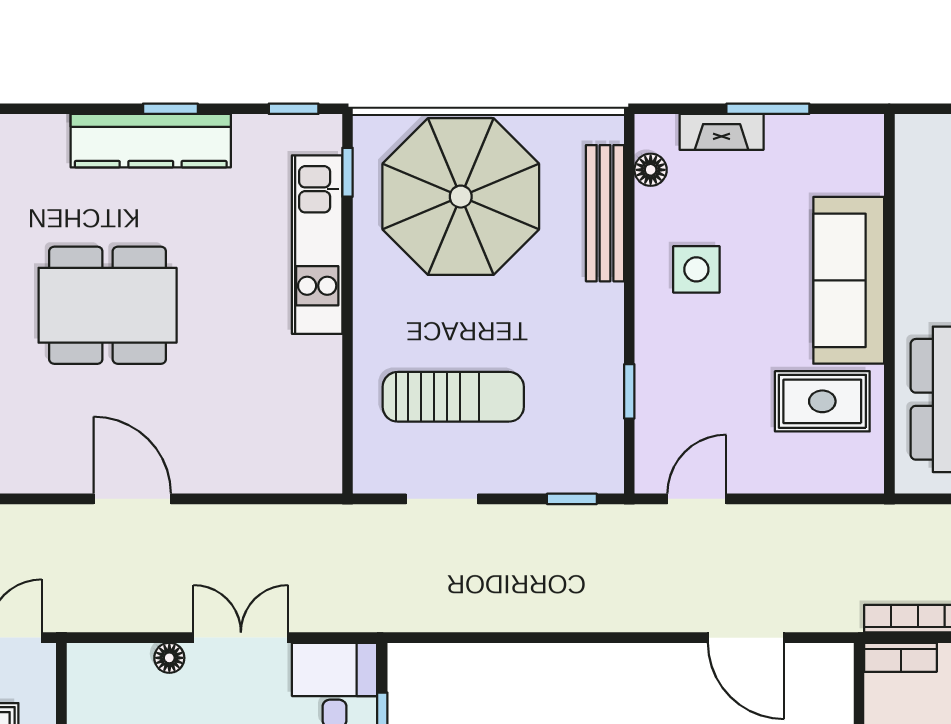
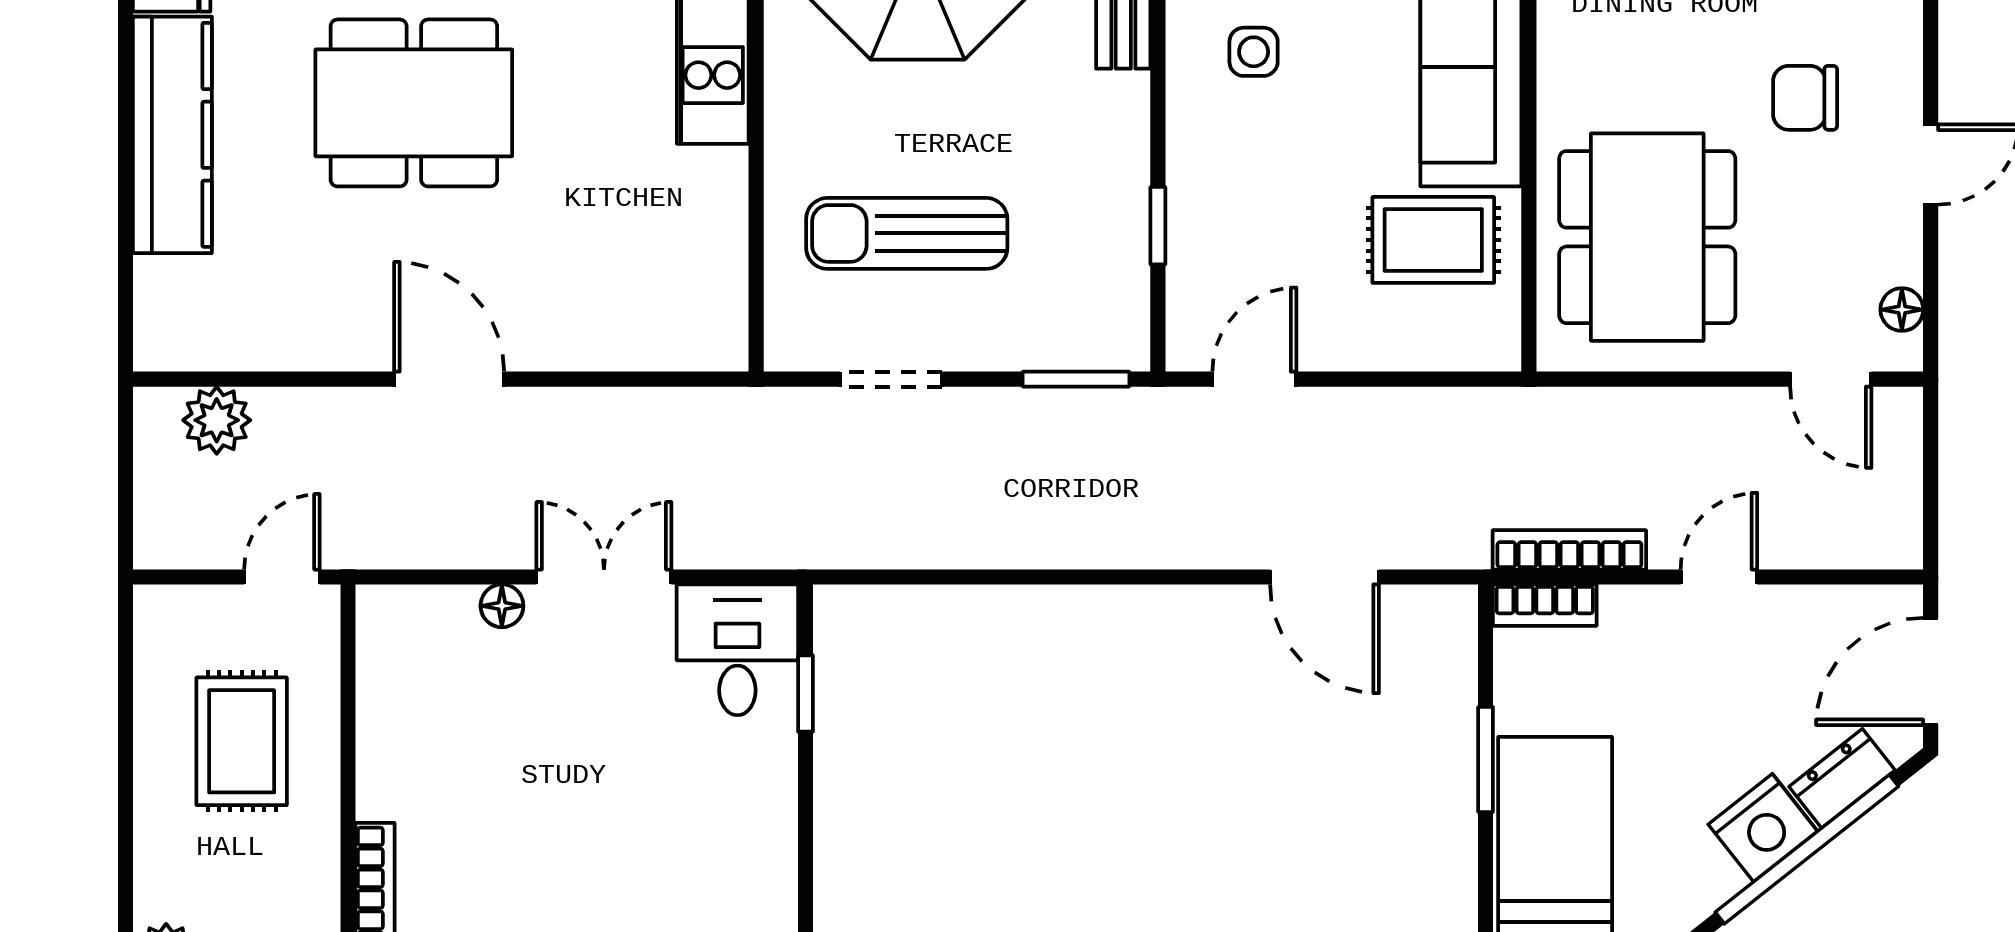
side table: (696, 269) -> (1254, 52), width x0.73, depth x0.73
sun lounger: (453, 397) -> (907, 233), turned 180
window: (572, 499) -> (1076, 379), width x1.50

